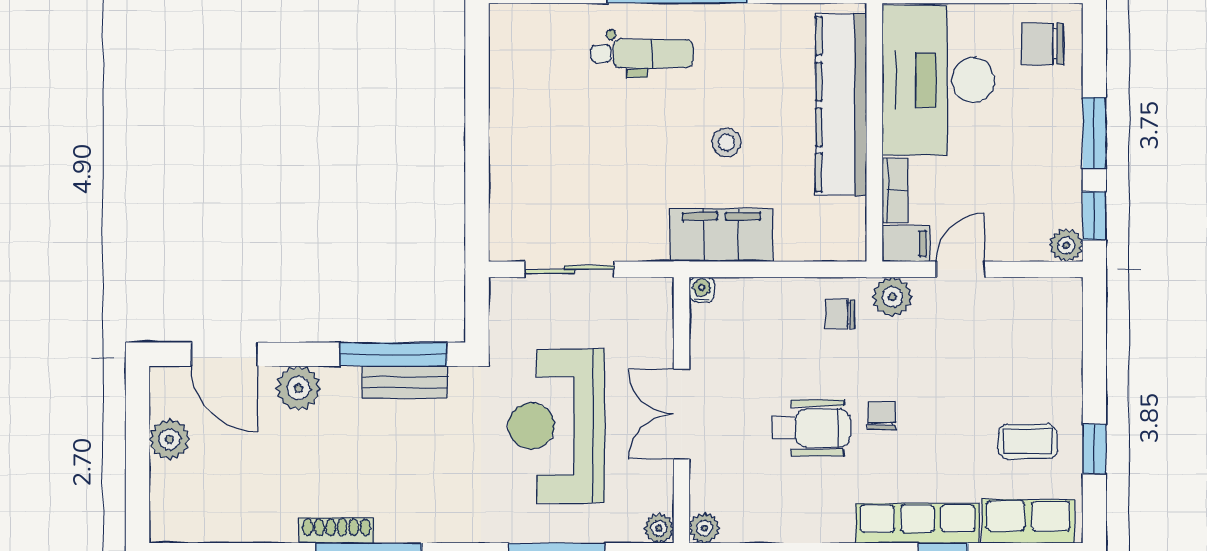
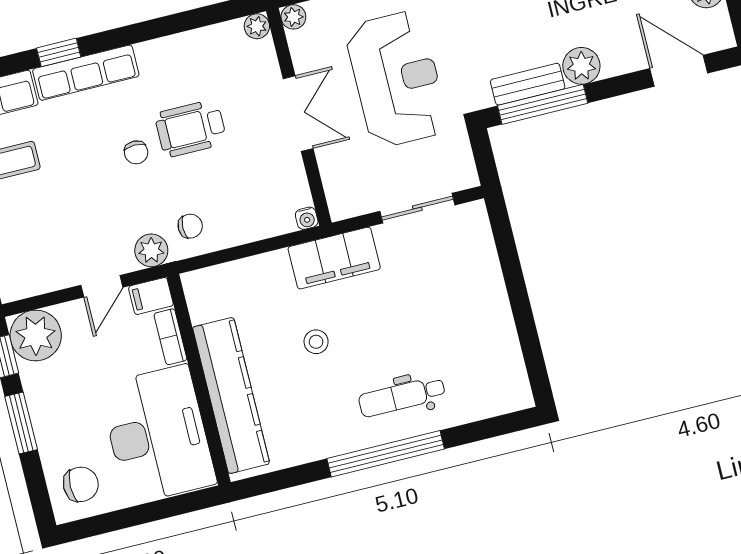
filing cabinet: (721, 235) -> (334, 258), moved
plant: (1066, 245) -> (36, 335), width x1.87, depth x1.87
plant: (299, 388) -> (581, 66), moved

